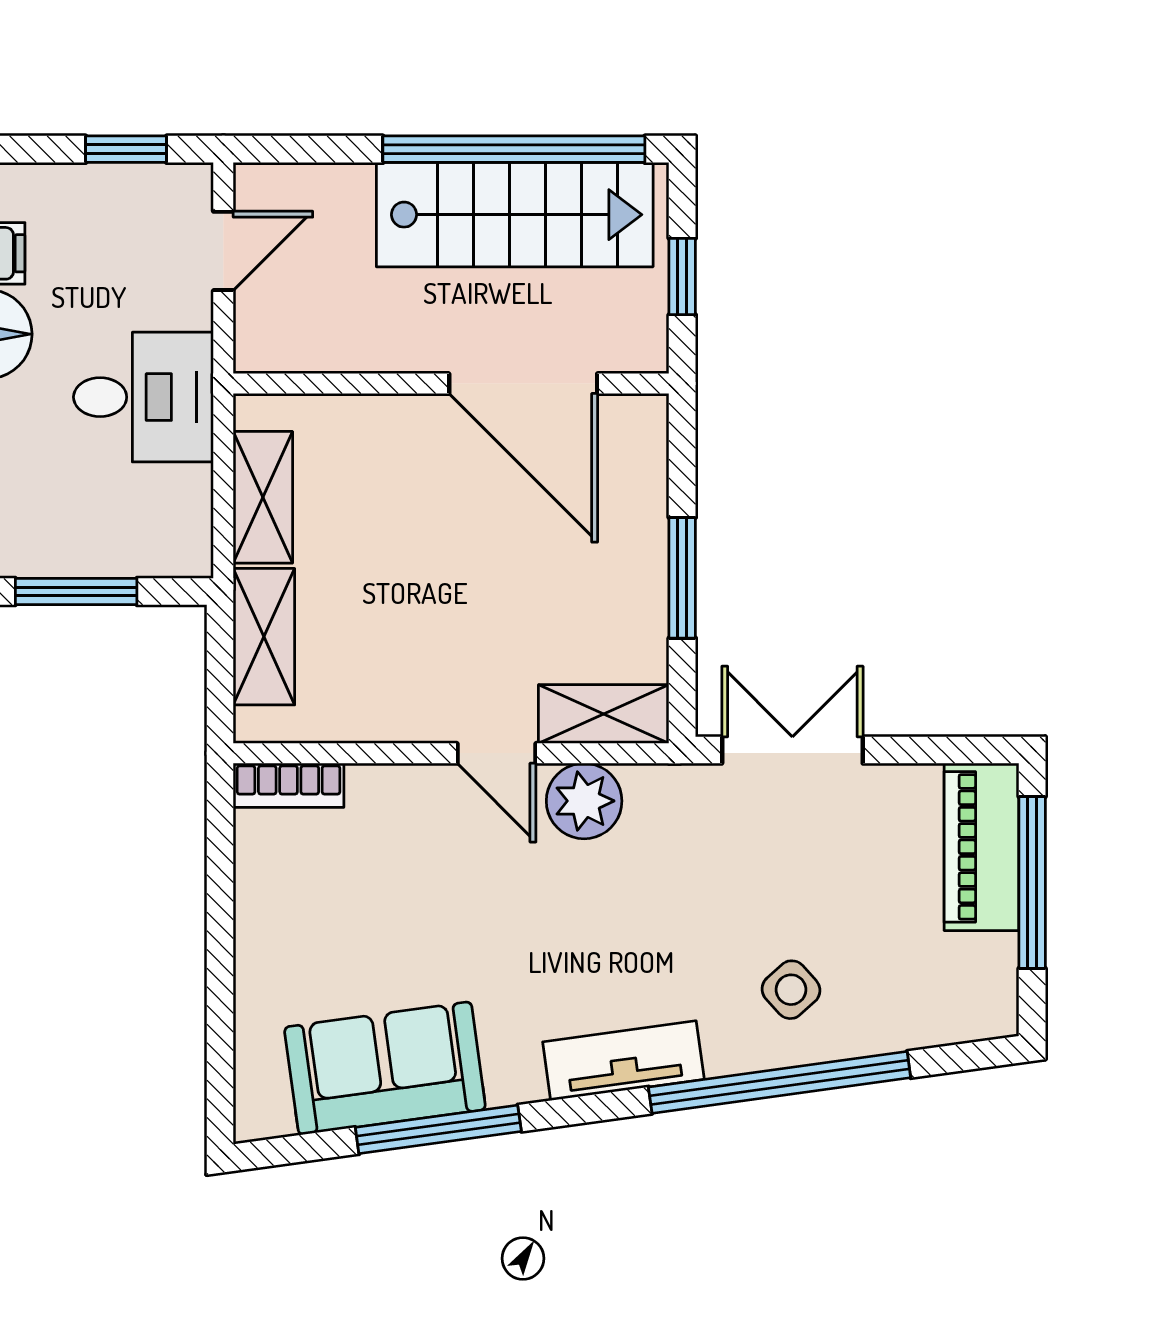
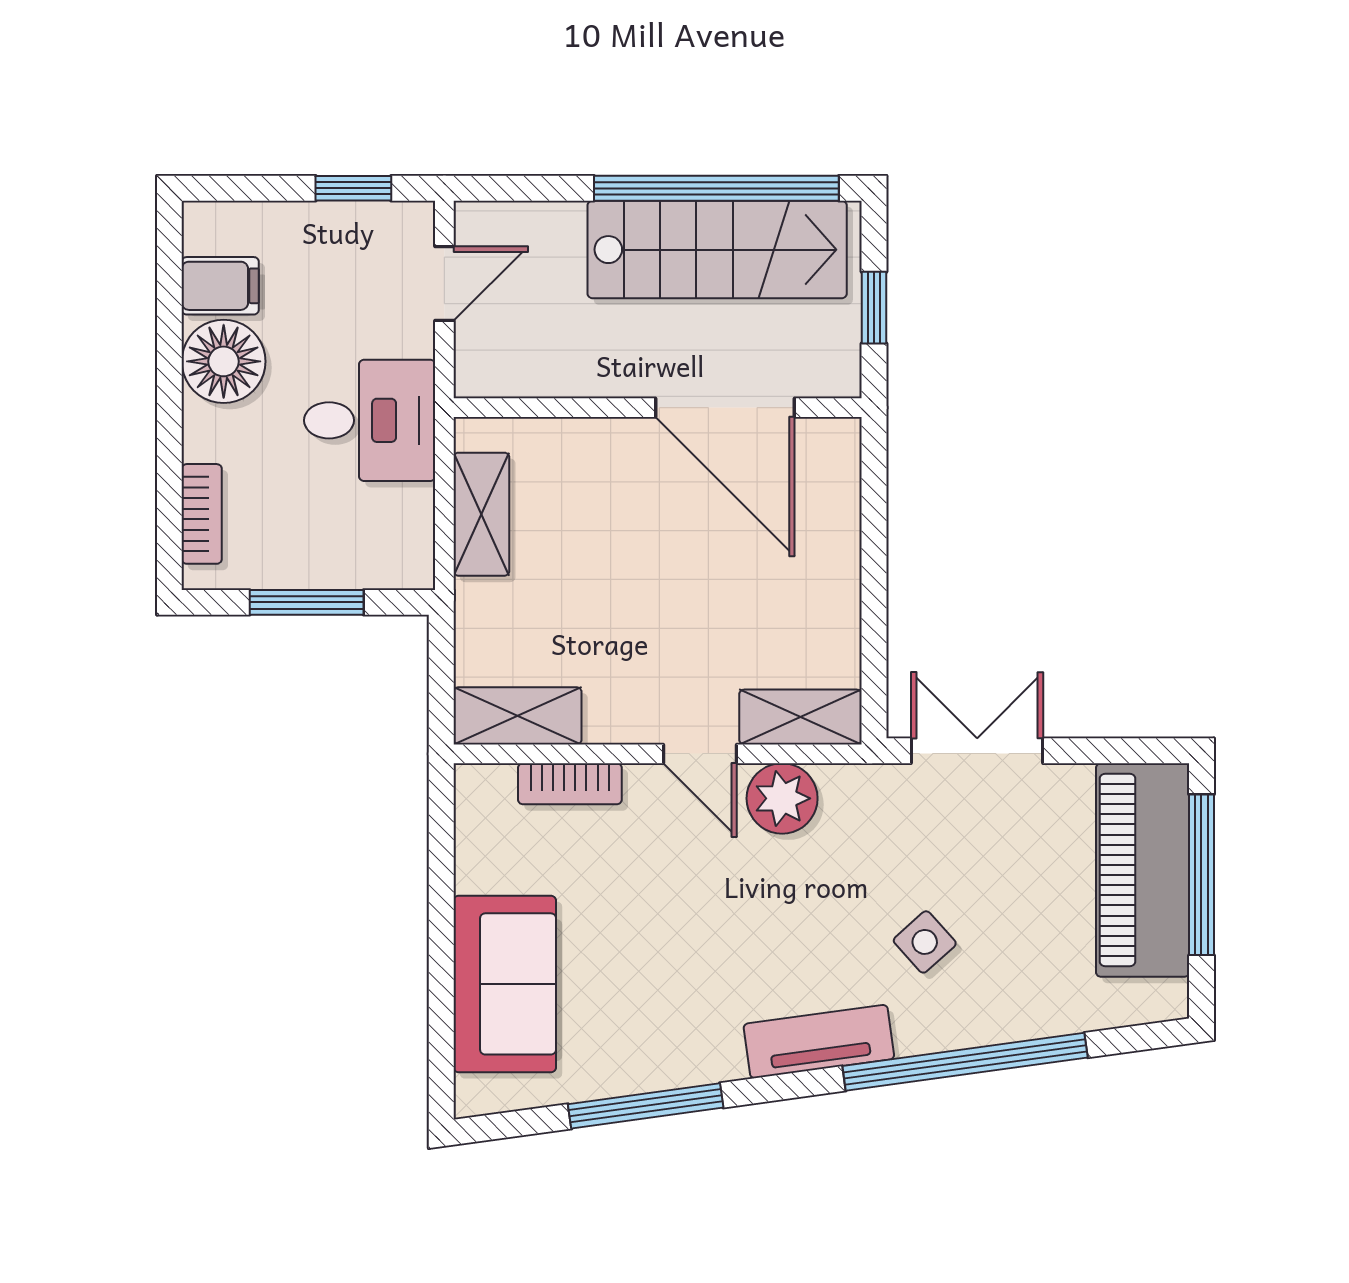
window: (682, 578) -> (874, 590), removed
shelving: (264, 637) -> (518, 716), moved, turned 90
bookcase: (289, 785) -> (570, 784), moved
piano: (981, 847) -> (1143, 870), width x1.37, depth x1.33
side table: (791, 990) -> (925, 942), moved
sofa: (385, 1068) -> (505, 984), moved, turned 98

